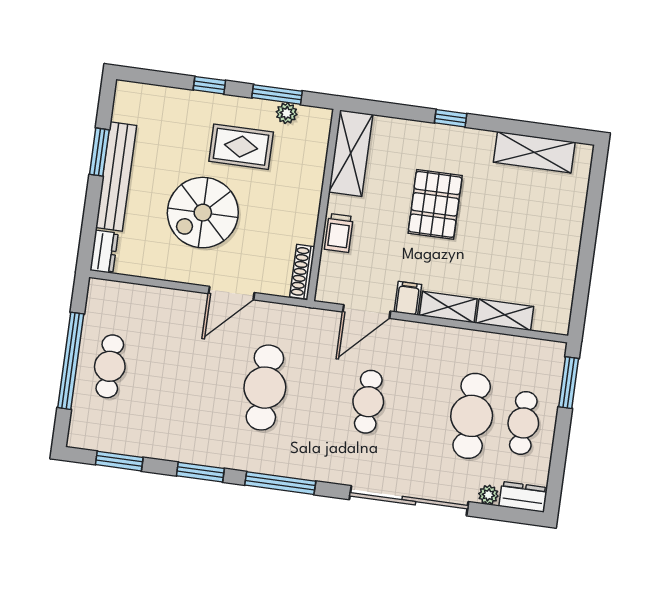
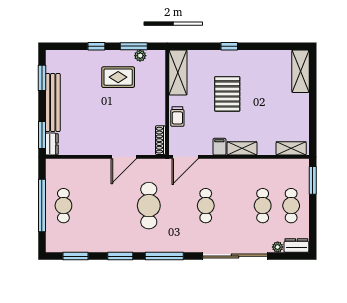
window: (99, 152) -> (42, 78), moved
shelving: (534, 152) -> (300, 71), moved, turned 90
spiral stairs: (203, 213) -> (102, 116), removed
window: (88, 233) -> (42, 135), added
door: (367, 312) -> (185, 157), moved
shelving: (505, 315) -> (291, 148), moved
cafe table: (472, 416) -> (263, 206), width x0.73, depth x0.74

